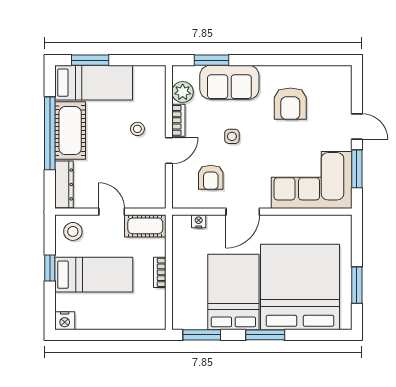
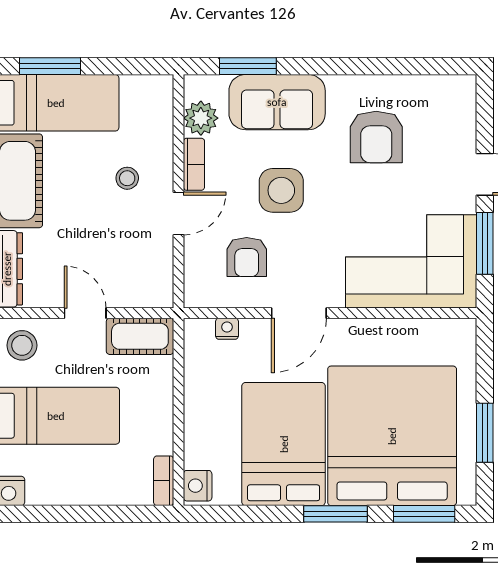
side table: (232, 136) -> (281, 190), width x1.87, depth x1.87
bookcase: (160, 272) -> (164, 481), moved
nightstand: (181, 318) -> (198, 486), added
window: (202, 335) -> (424, 514), moved

